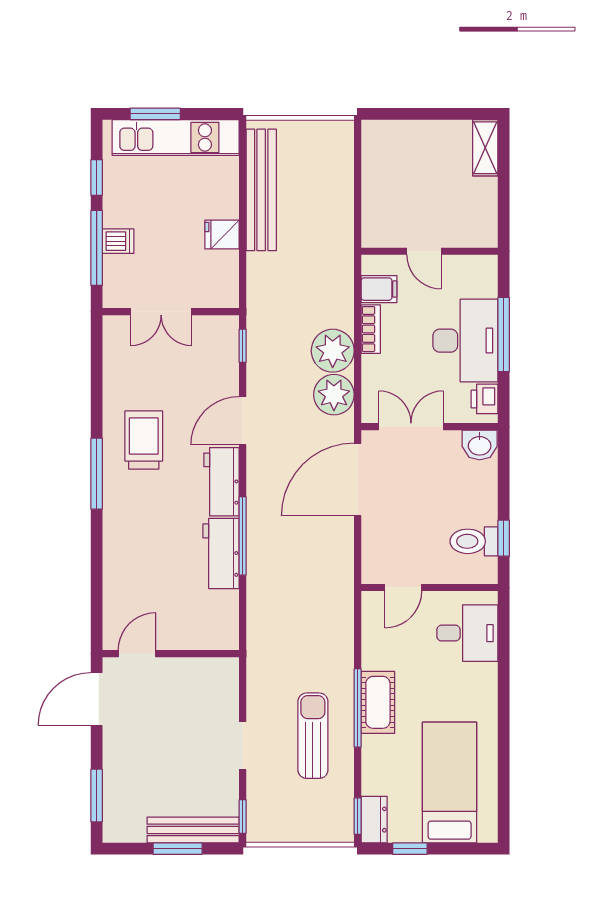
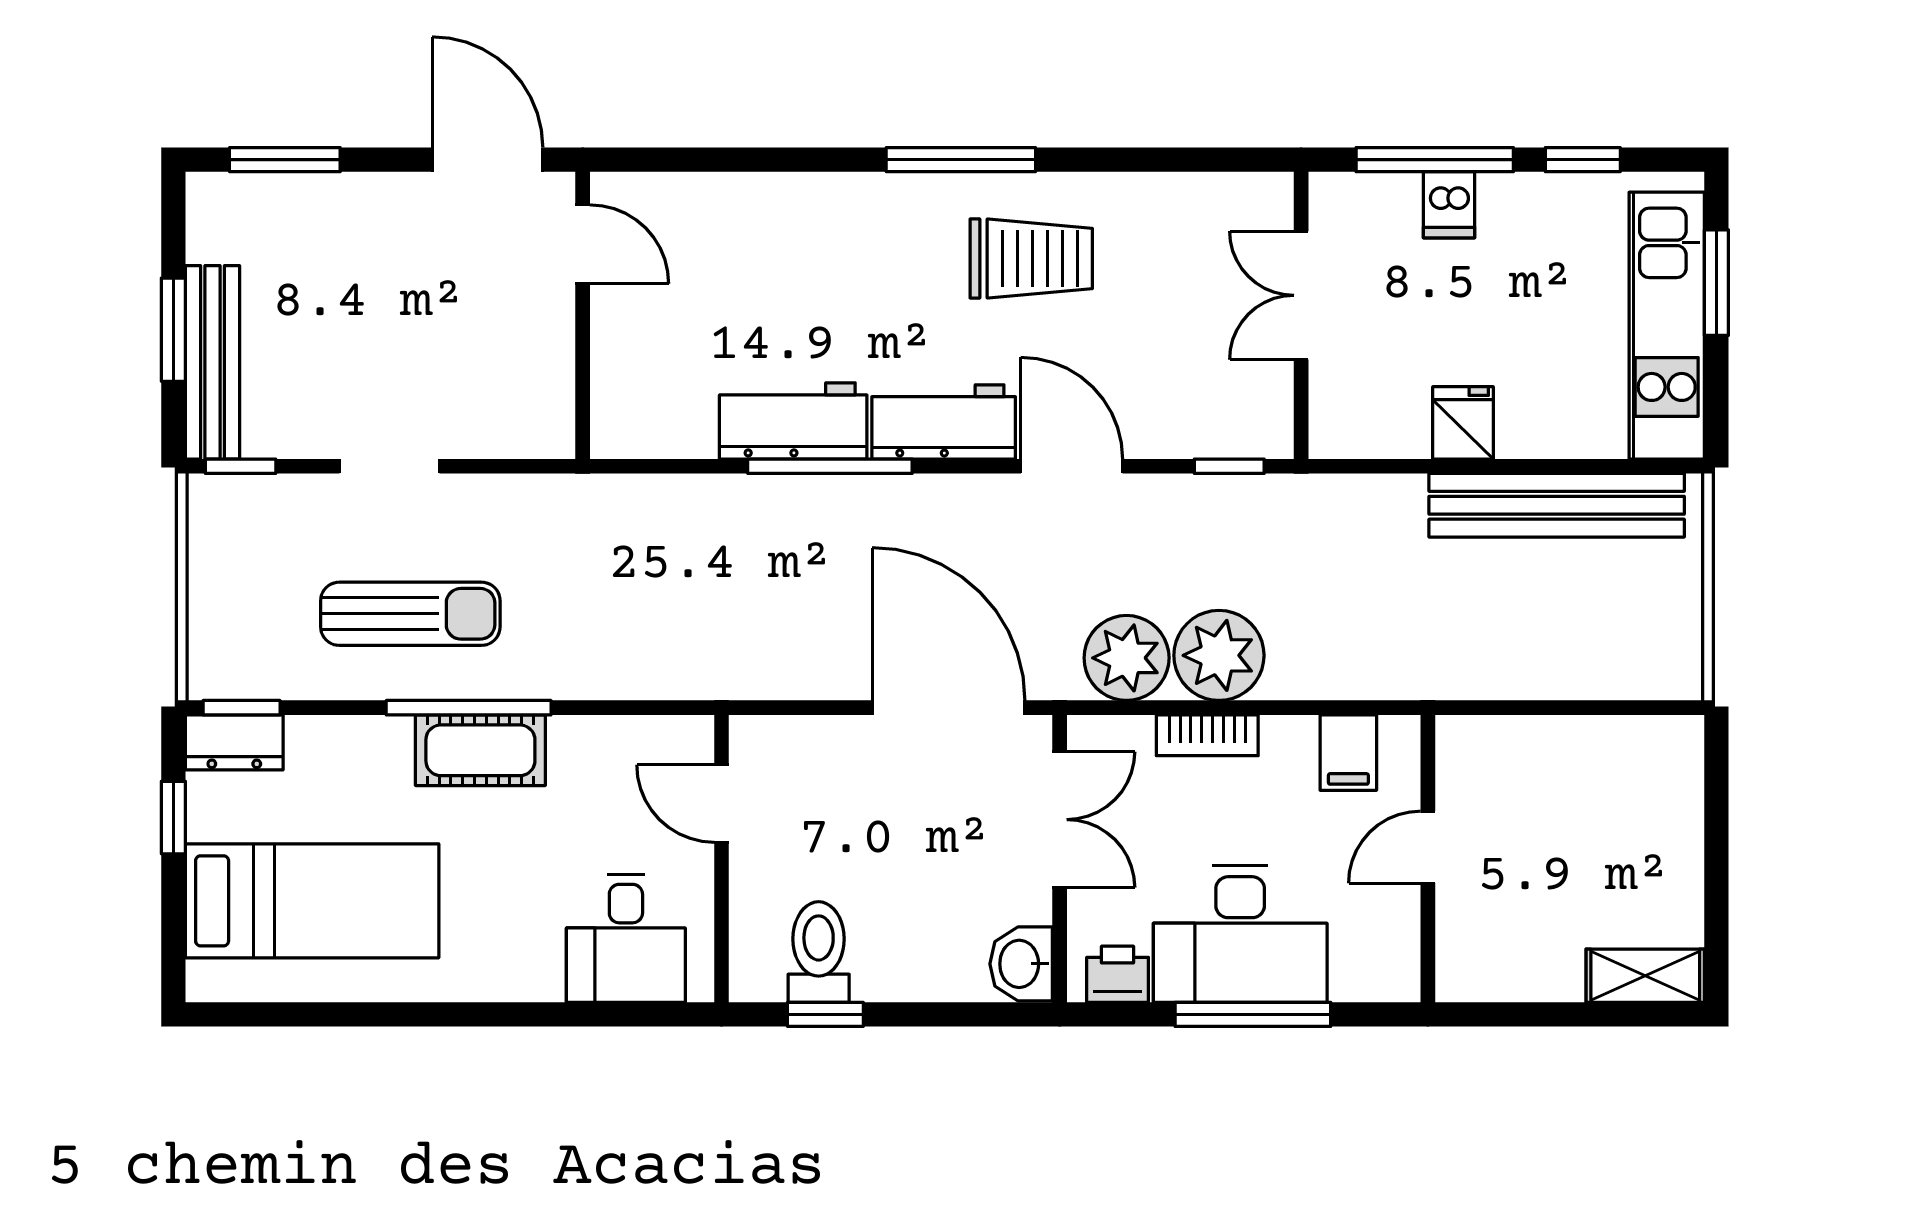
bookcase: (371, 329) -> (1207, 735), moved

